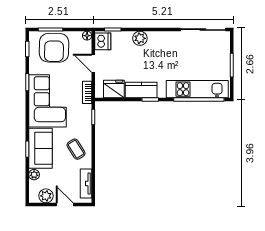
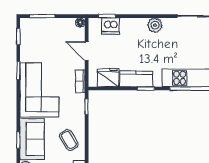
plant: (140, 38) -> (155, 25), moved
dishwasher: (103, 41) -> (110, 26), moved, turned 90
armchair: (54, 48) -> (46, 35), removed

